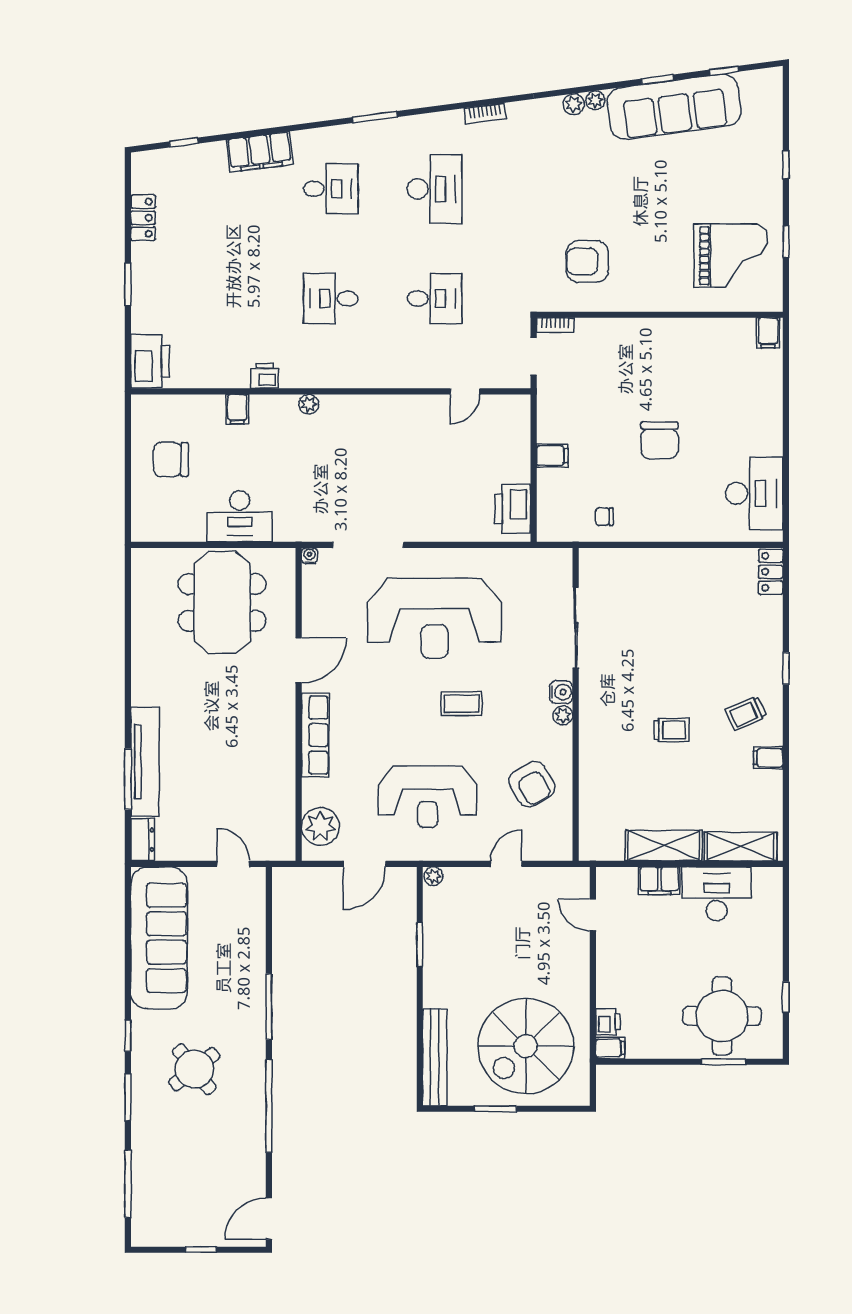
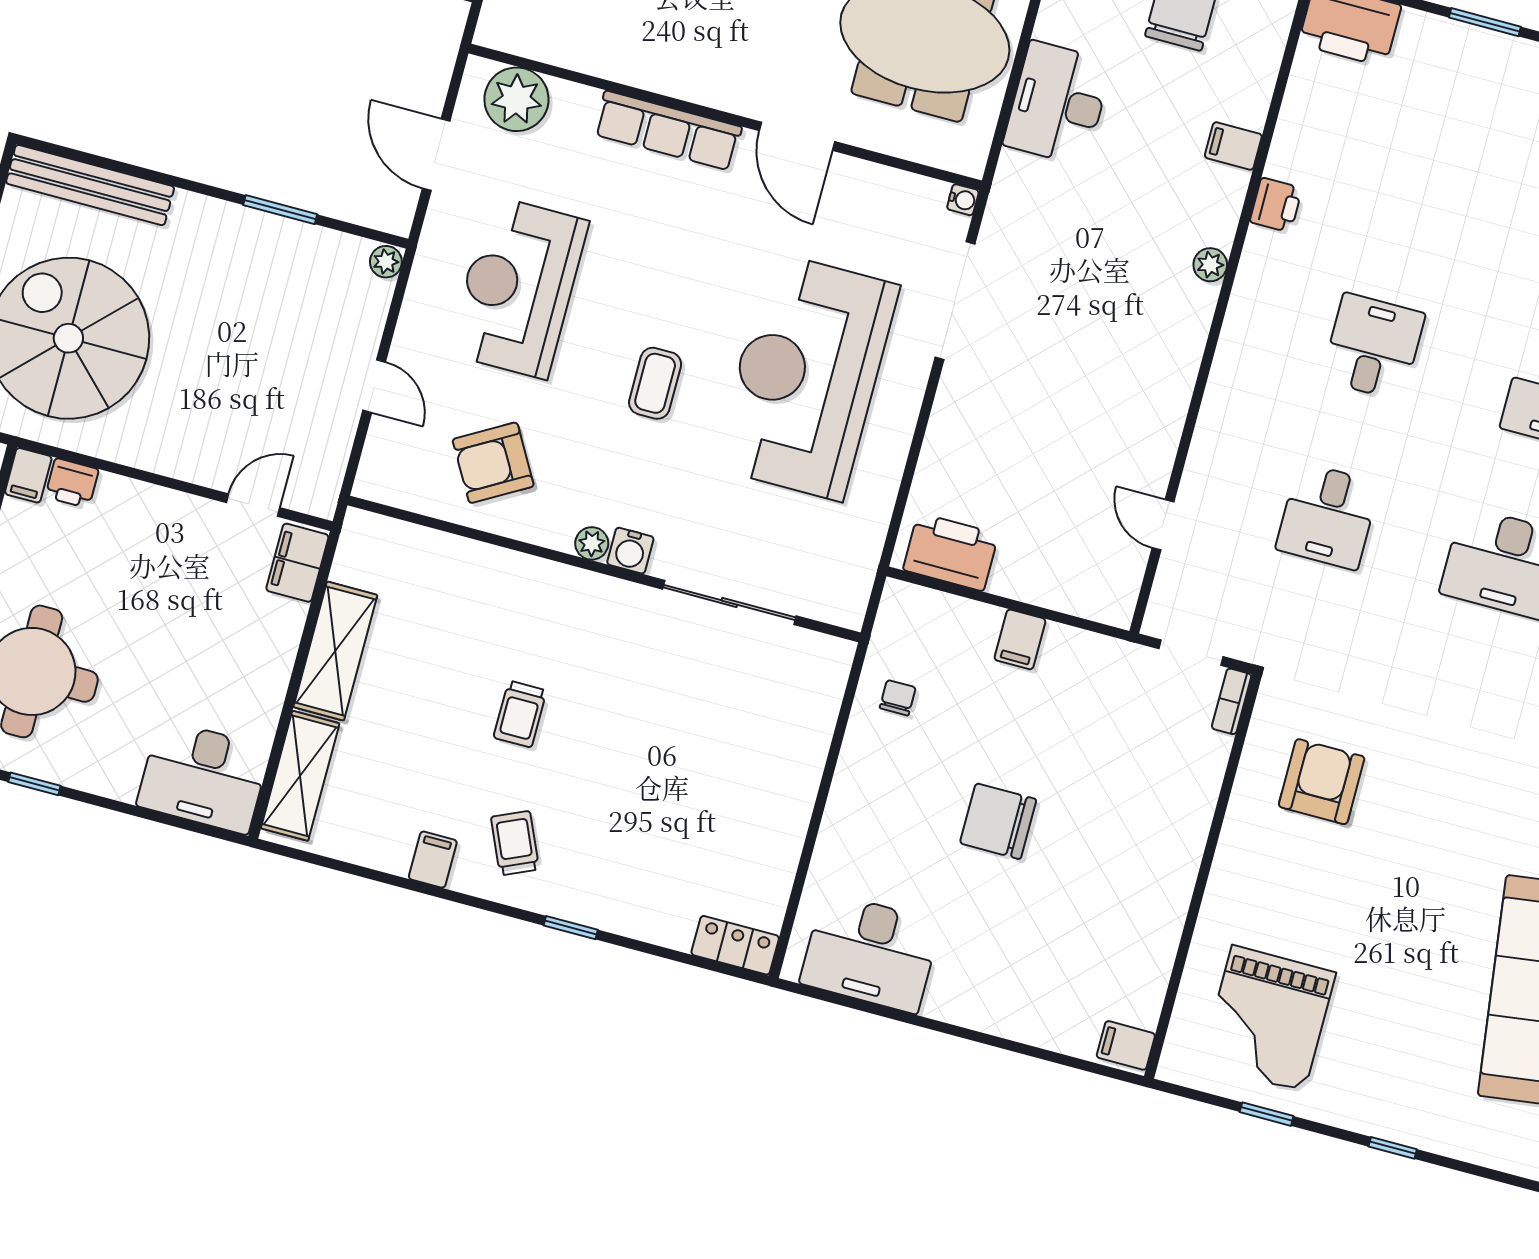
filing cabinet: (659, 881) -> (297, 563), moved
desk: (717, 894) -> (203, 777), moved, turned 90

